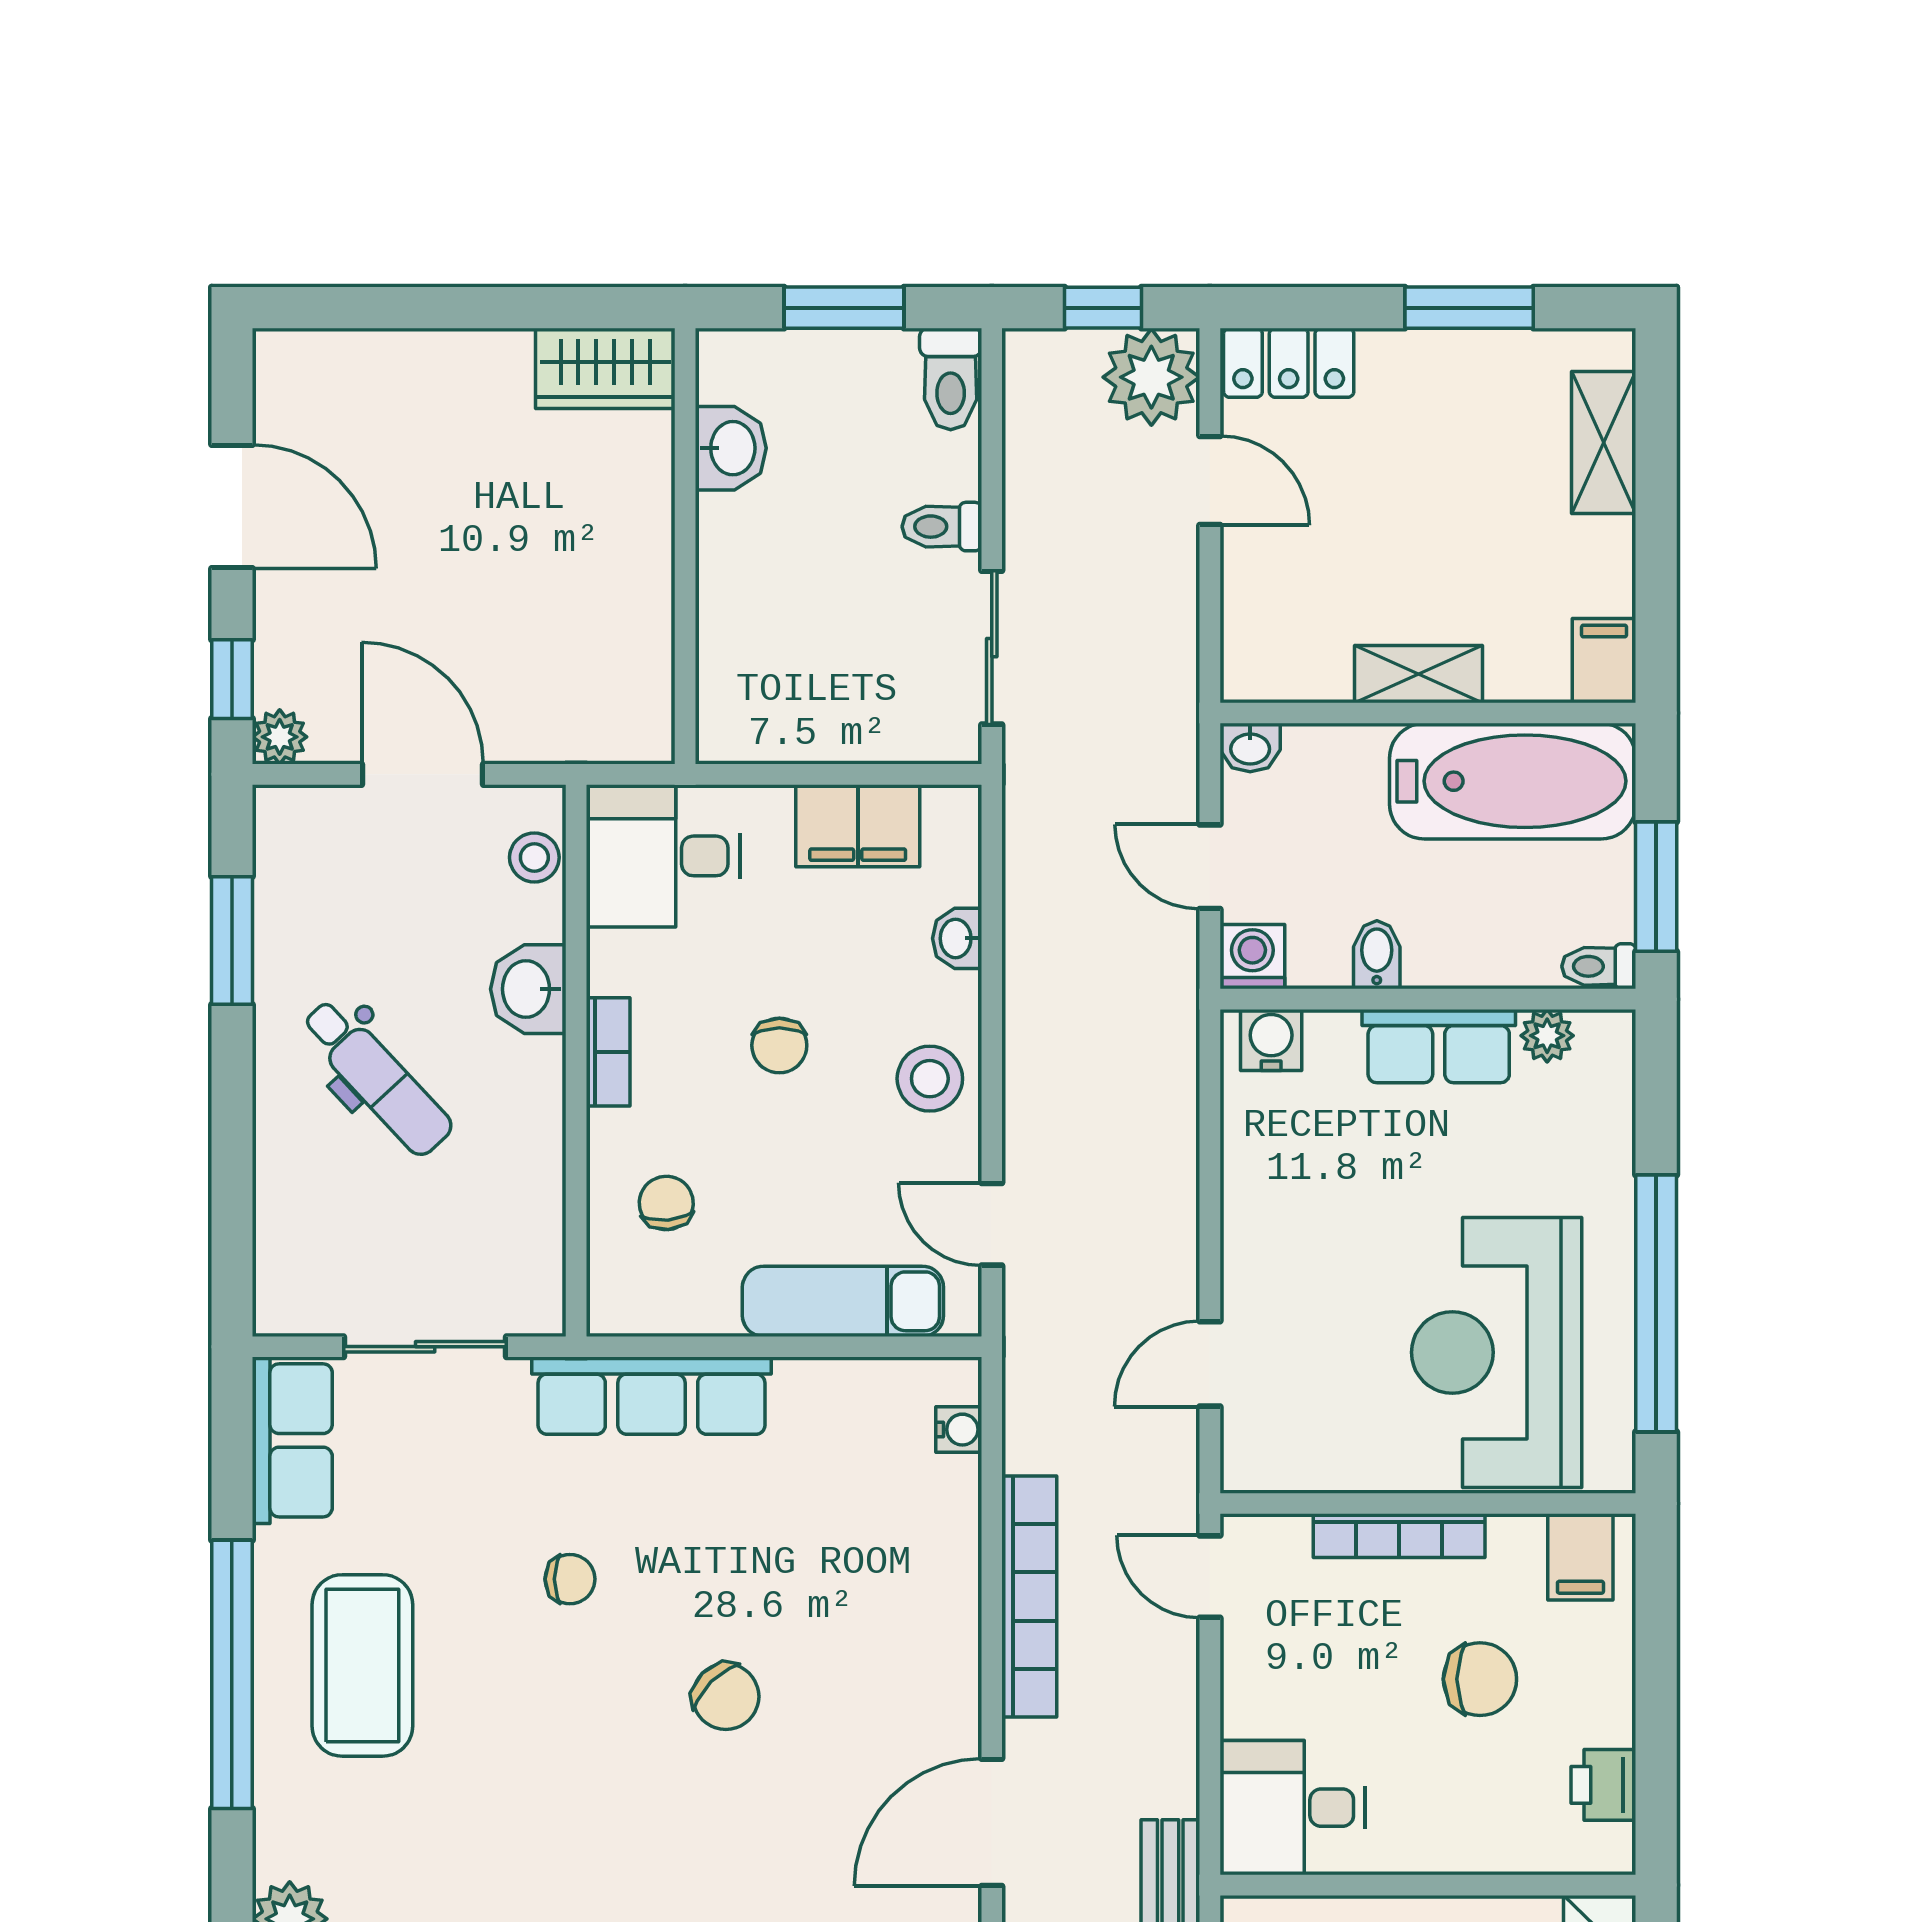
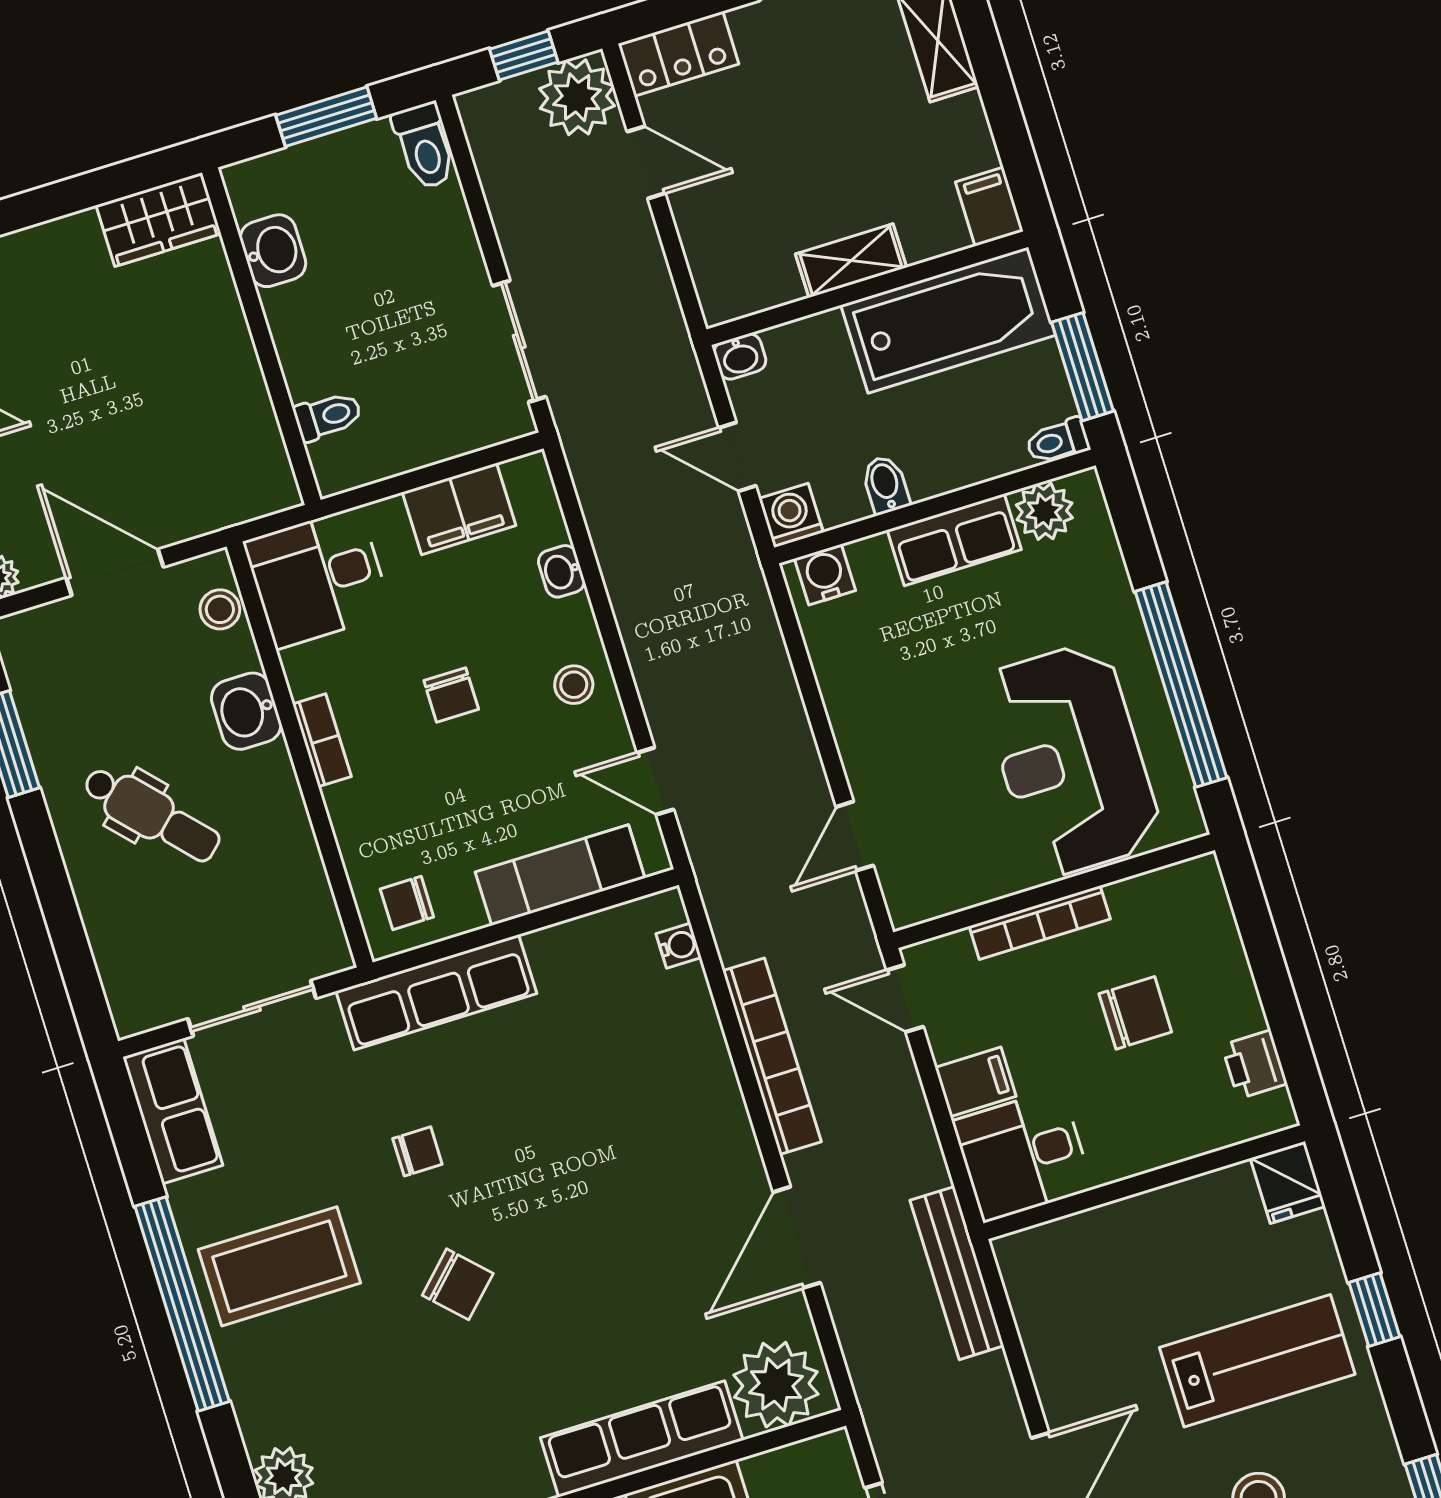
toilet: (942, 527) -> (328, 416), moved, turned 180
plant: (1547, 1036) -> (1044, 511), width x1.38, depth x1.38
stool: (930, 1079) -> (574, 685), width x0.73, depth x0.73
chair: (666, 1203) -> (407, 903), moved, turned -85
filing cabinet: (1580, 1557) -> (975, 1082), moved, turned -90
coffee table: (362, 1665) -> (279, 1266), turned 90
chair: (726, 1697) -> (458, 1284), moved

